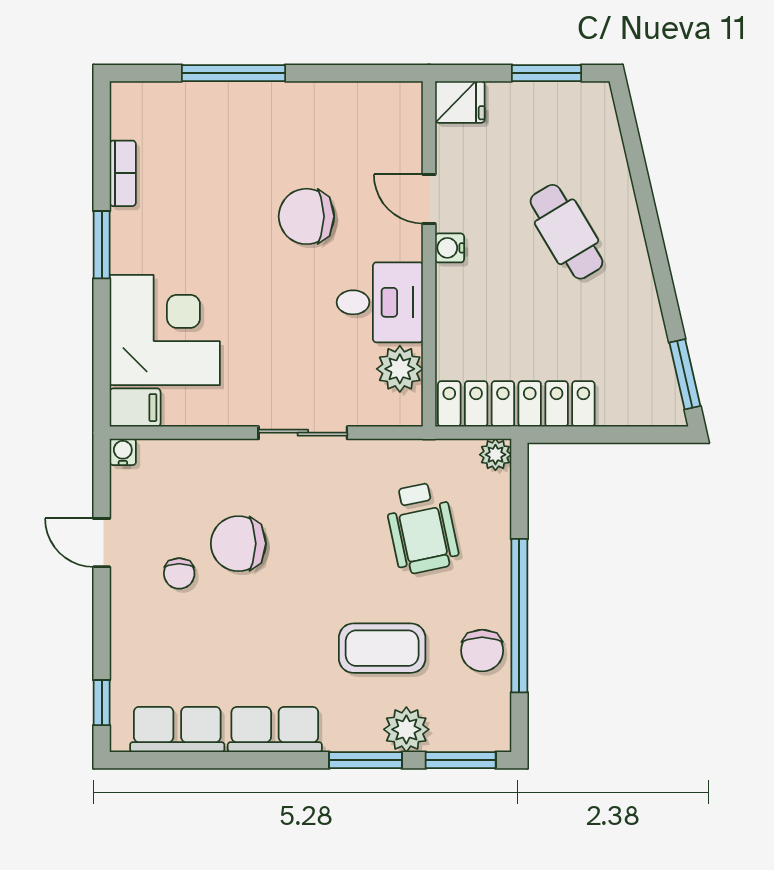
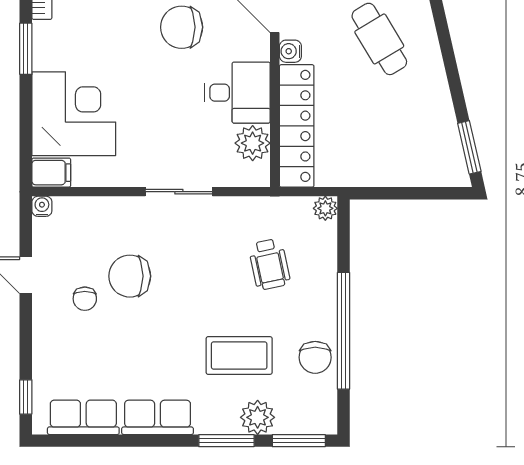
locker: (516, 404) -> (297, 126), moved, turned 90
wheelchair: (422, 528) -> (269, 264), width x0.73, depth x0.73

